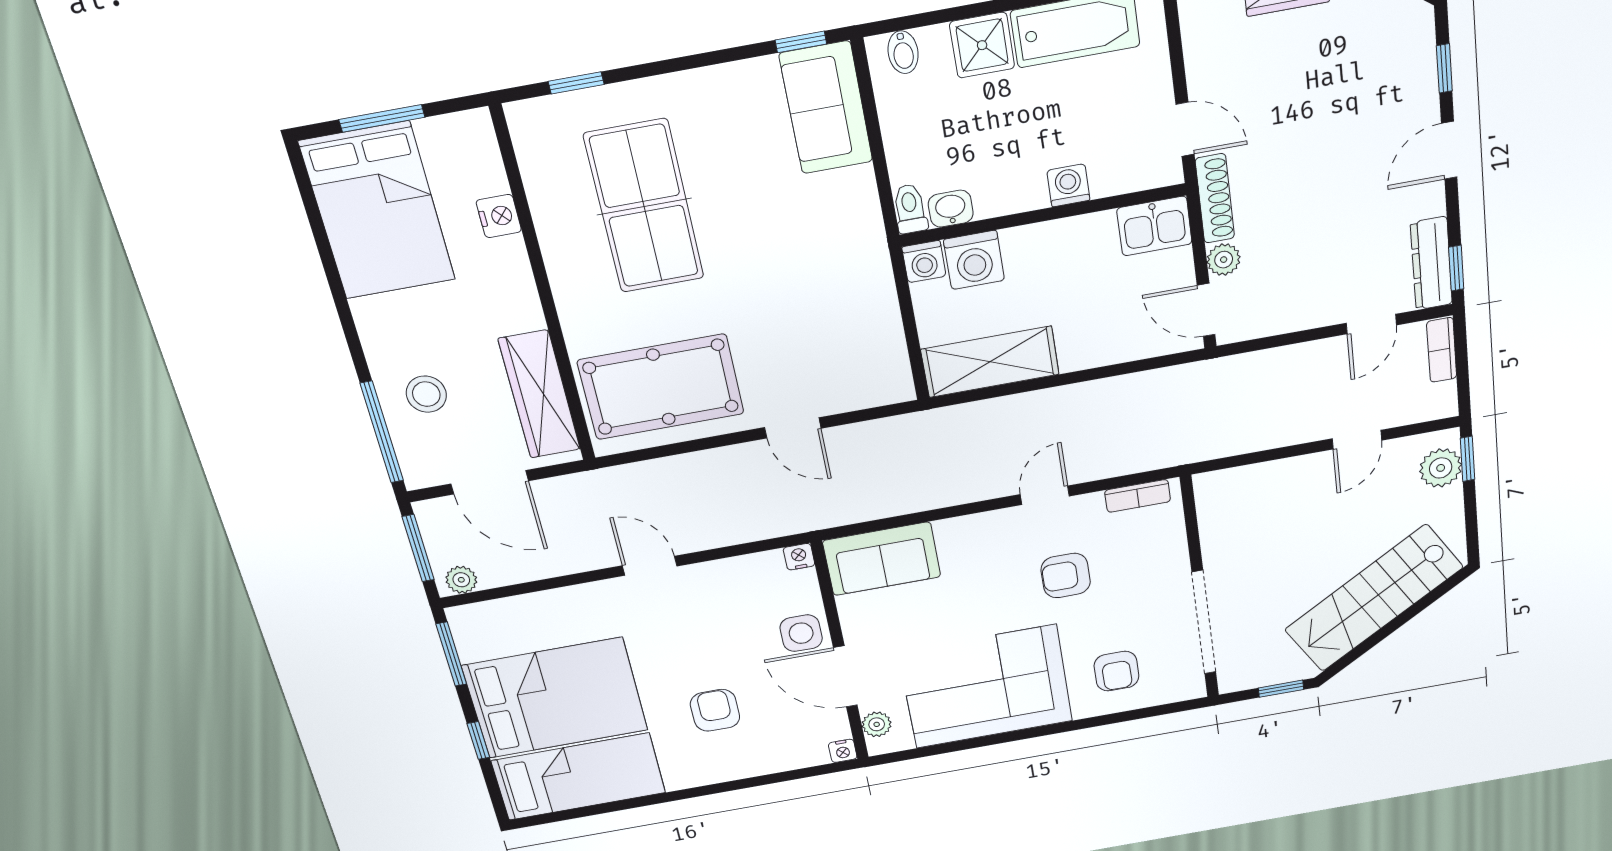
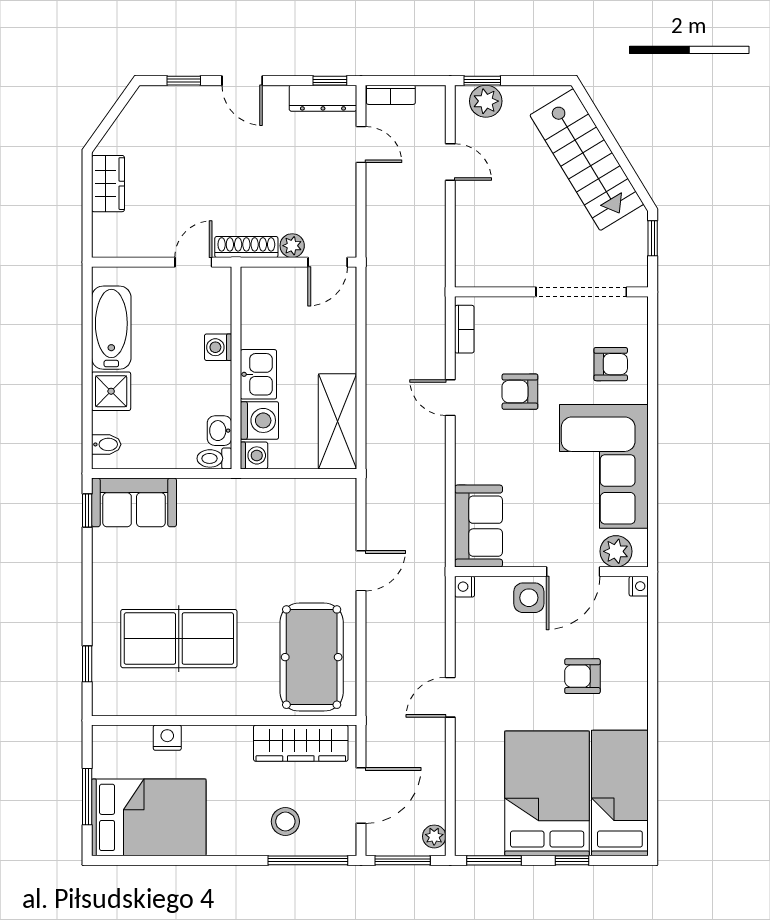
kitchen sink: (1154, 226) -> (258, 374), moved
armchair: (1066, 576) -> (520, 392), turned 90
plant: (877, 724) -> (616, 551), width x1.38, depth x1.38

